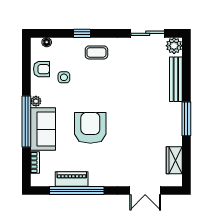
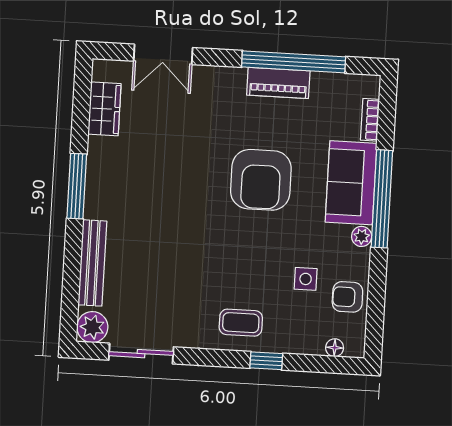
piano: (72, 179) -> (278, 83), moved
double door: (145, 190) -> (163, 54), swing flipped

